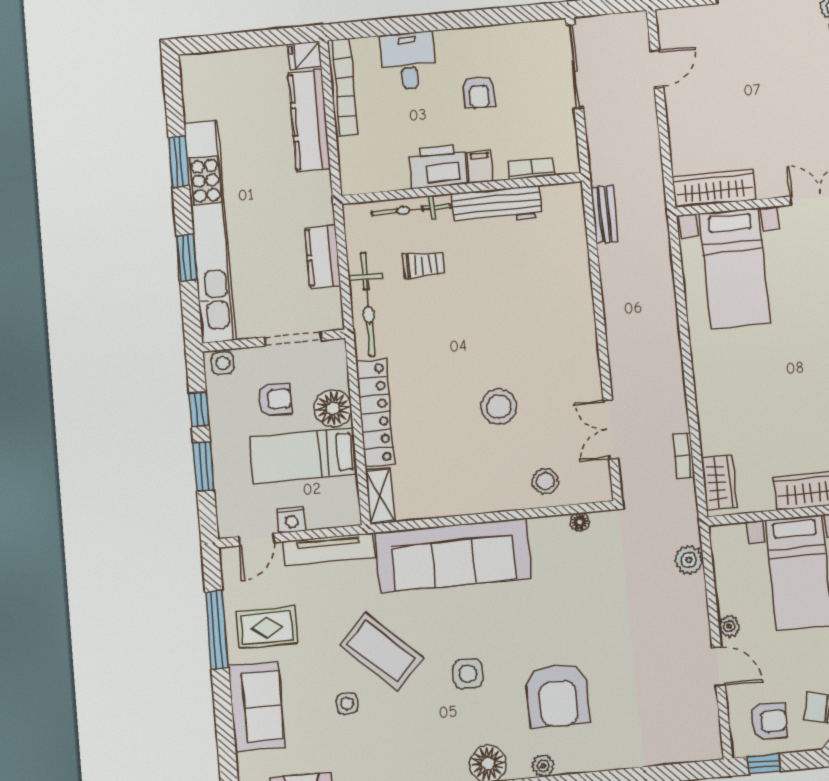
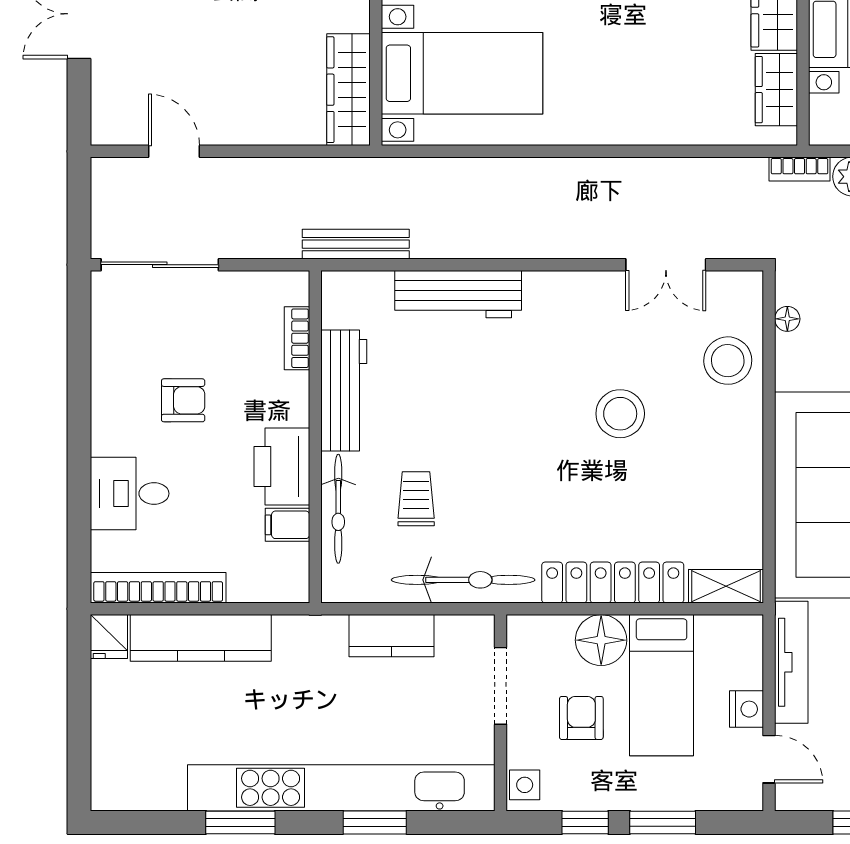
filing cabinet: (480, 167) -> (288, 525), moved
bench: (604, 214) -> (356, 244), width x1.36
workbench: (574, 281) -> (458, 294), added
bookcase: (684, 456) -> (800, 169), moved
stool: (545, 481) -> (728, 361), width x1.38, depth x1.38
wardrobe: (719, 482) -> (776, 90), moved, turned -90

